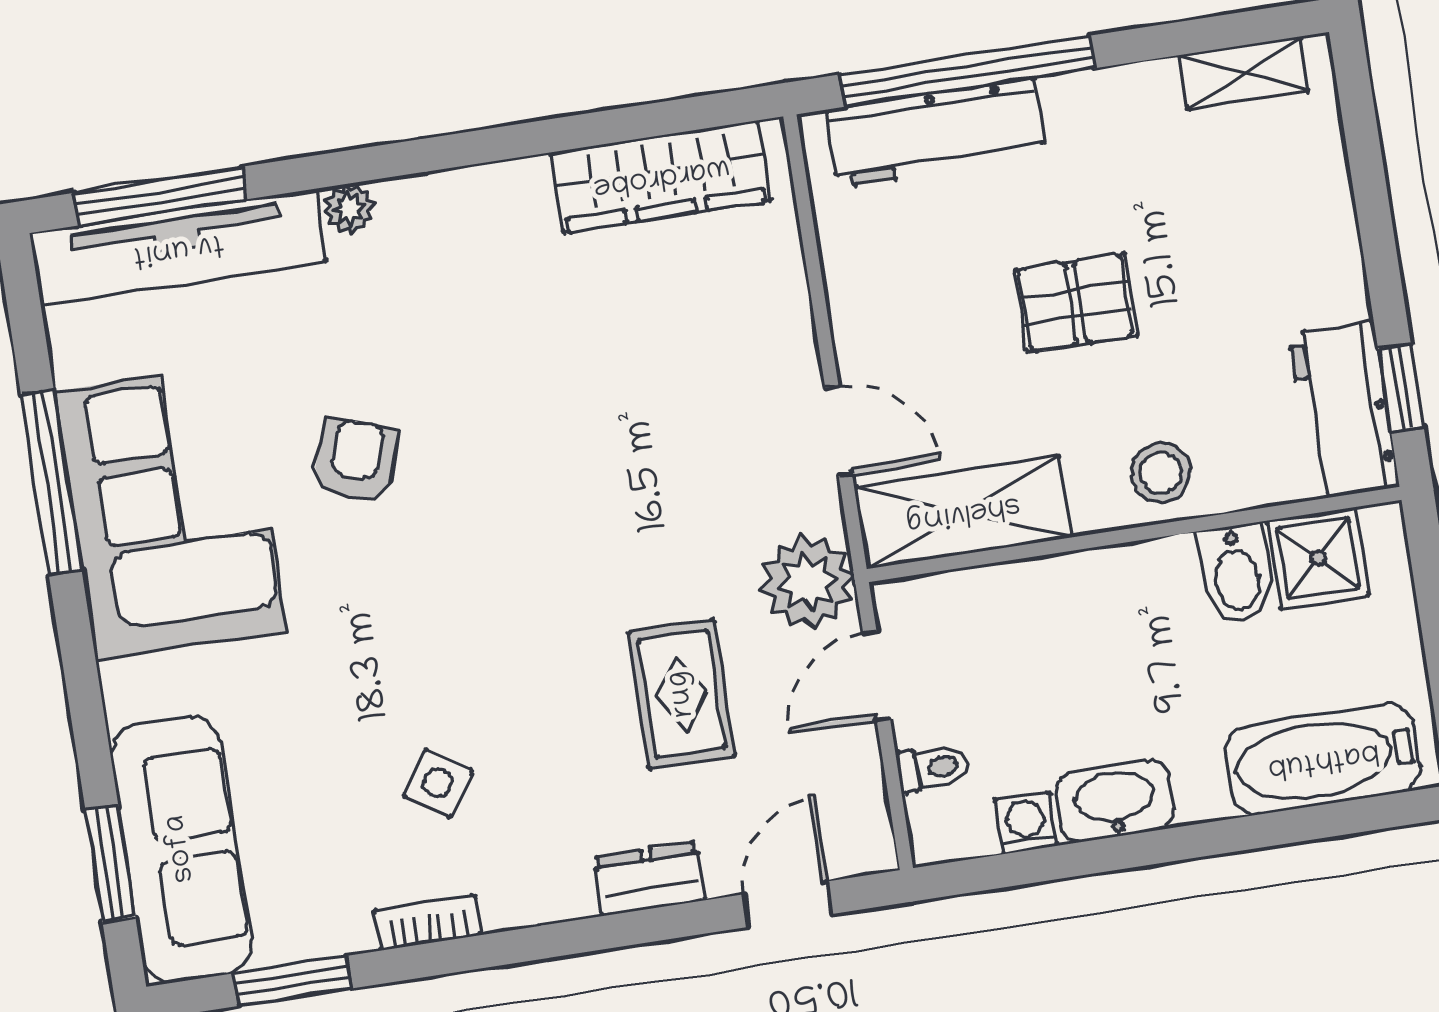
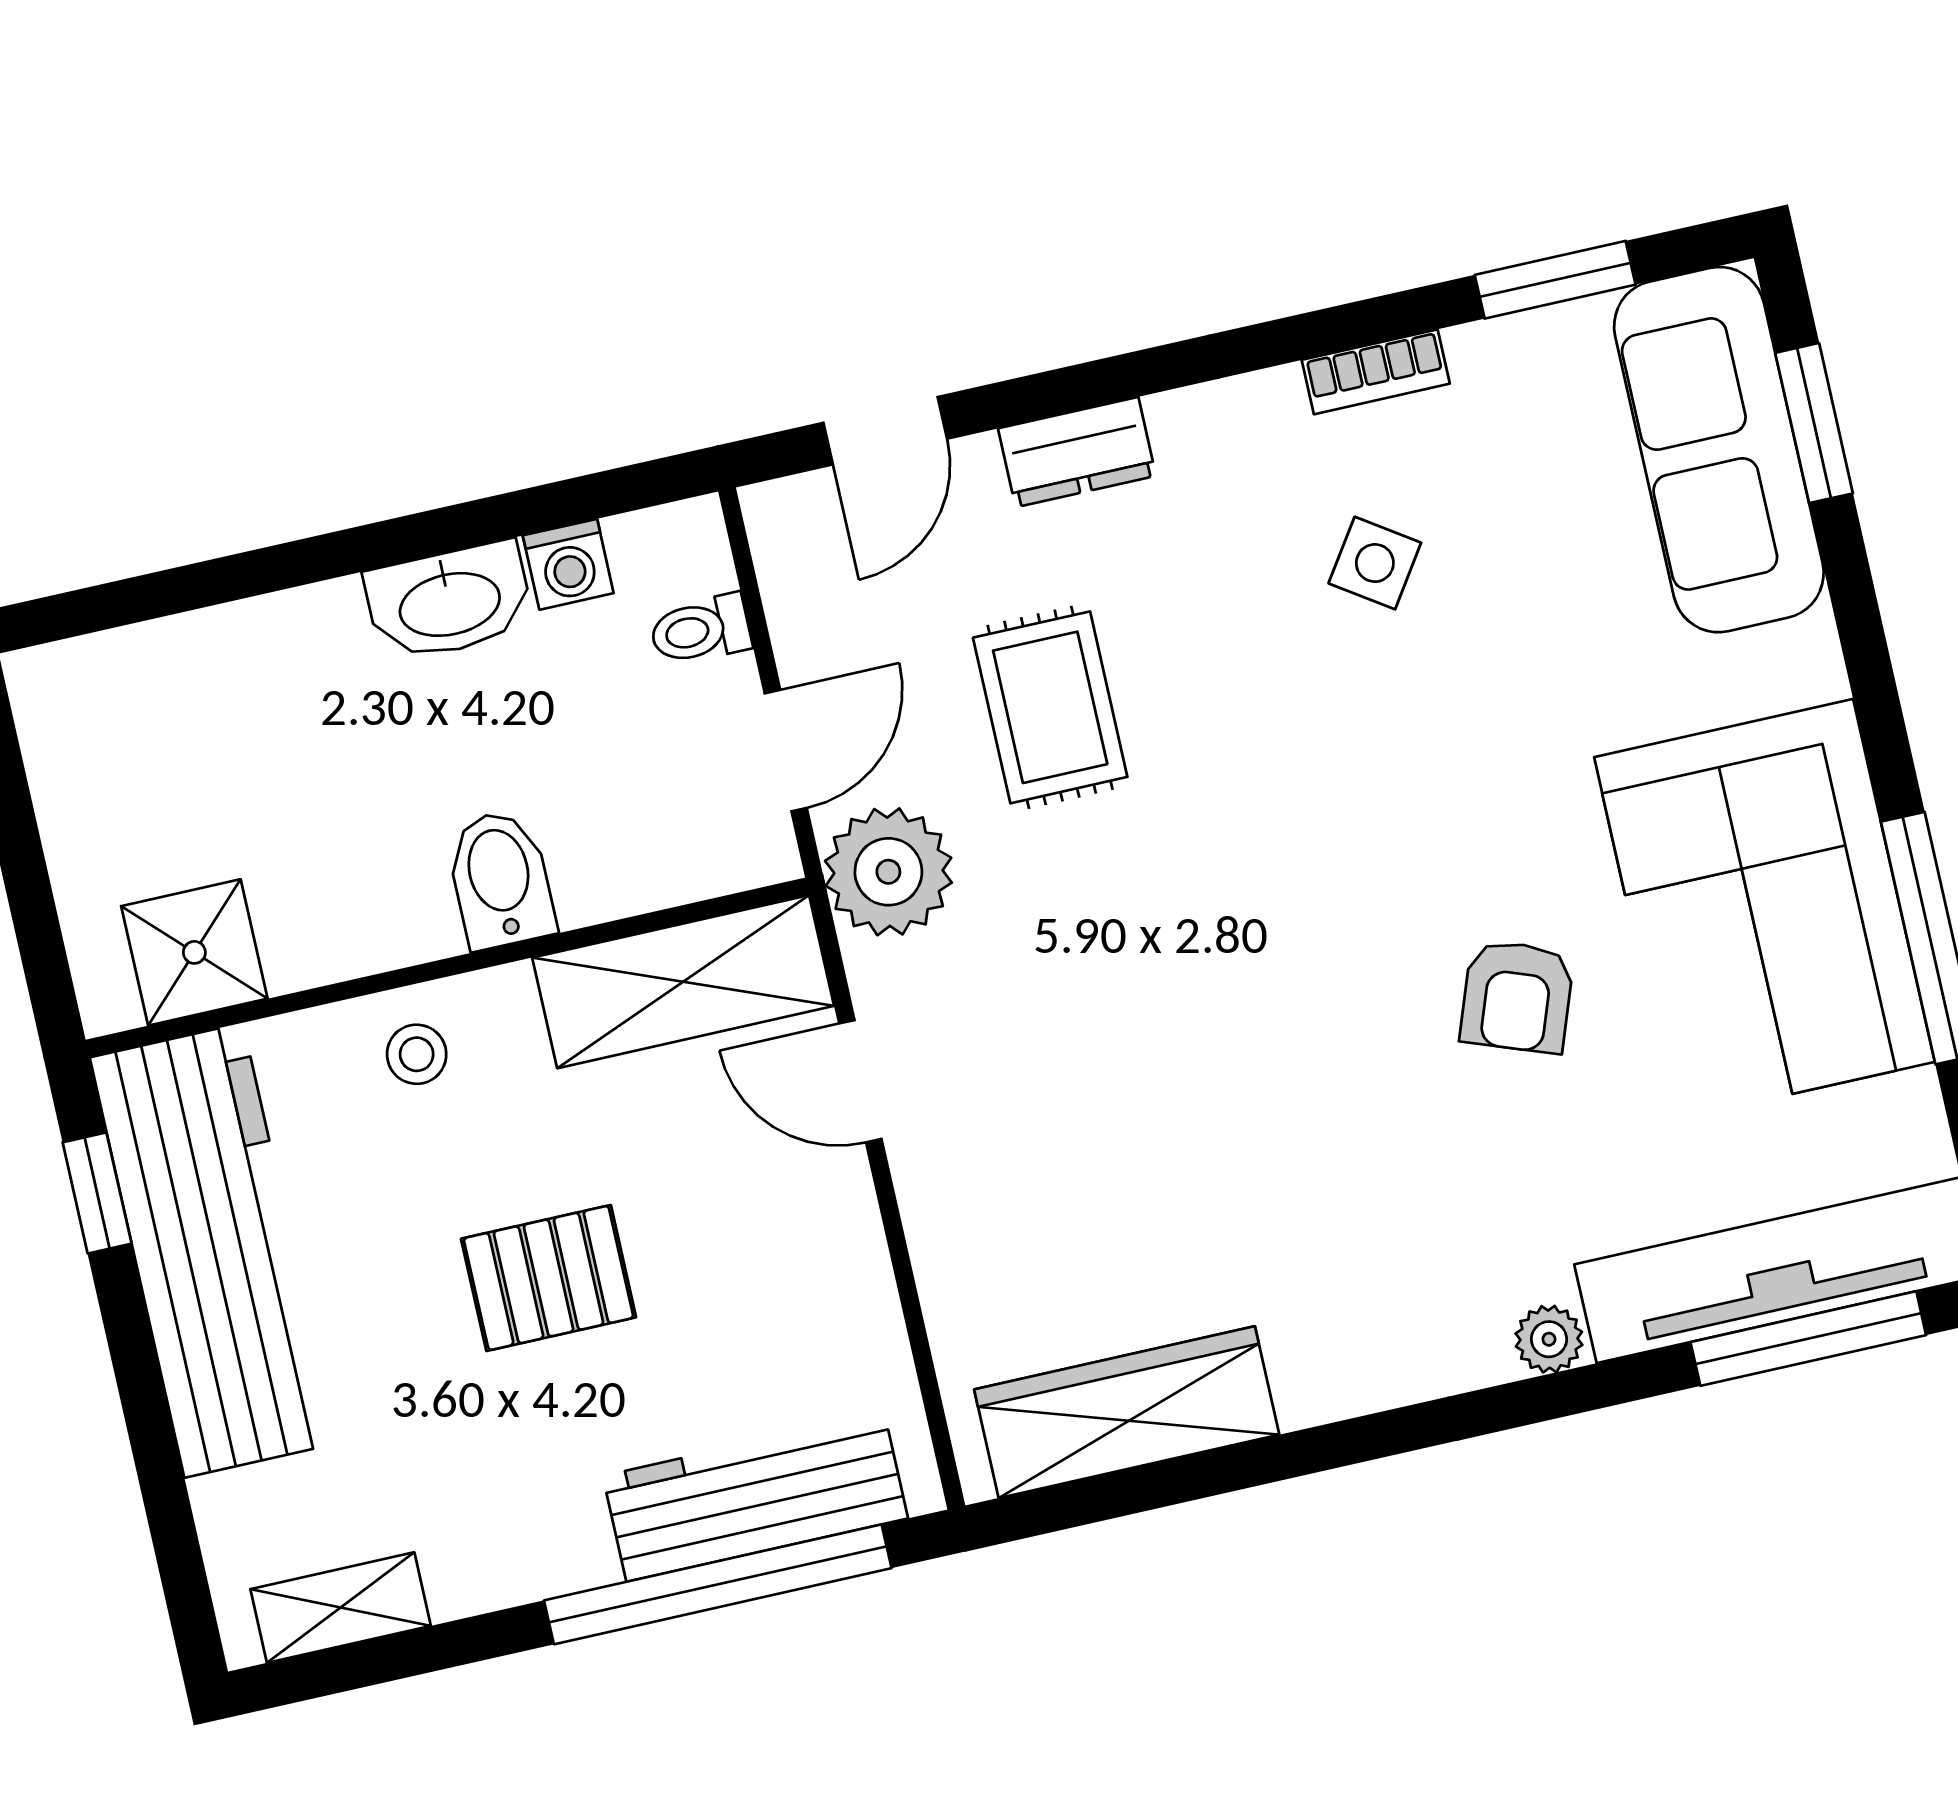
workbench: (1344, 410) -> (214, 1250), width x1.88, depth x1.32
stool: (1161, 473) -> (417, 1054), width x0.73, depth x0.73
bidet: (1236, 574) -> (500, 879), moved
bathtub: (1323, 759) -> (169, 678), removed

